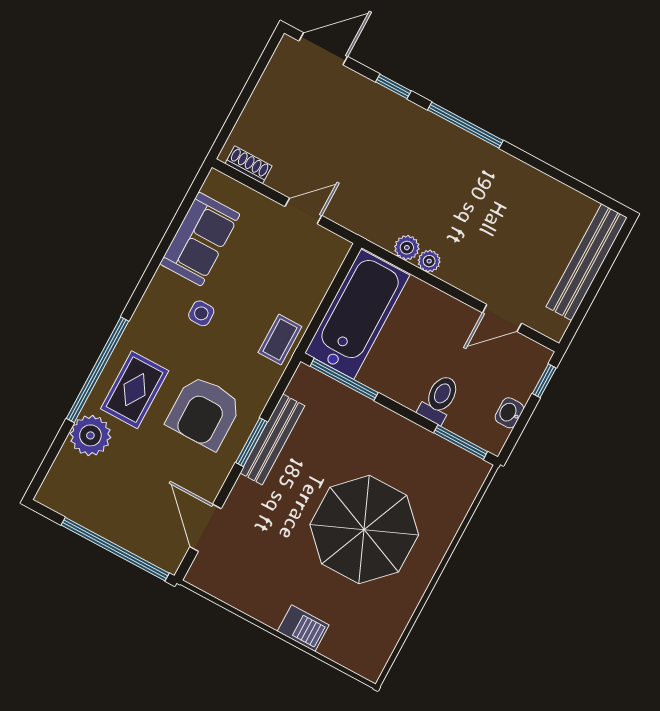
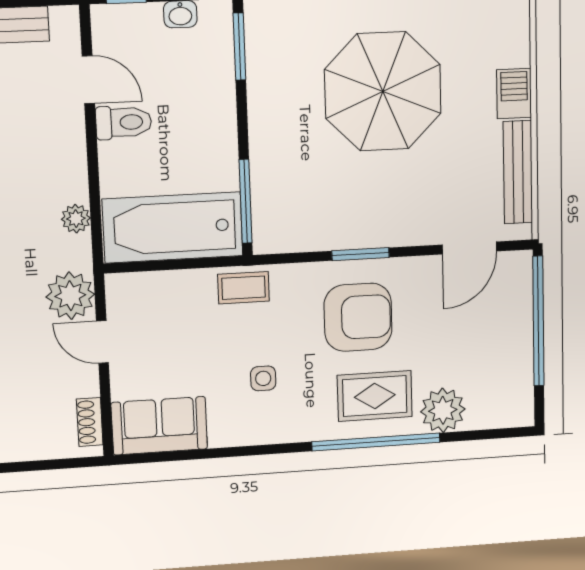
sofa: (200, 239) -> (159, 426), moved
plant: (429, 261) -> (70, 296), moved, width x1.87, depth x1.87
toilet: (439, 399) -> (124, 122), moved, turned 180
bench: (272, 439) -> (518, 172), moved, turned 90

